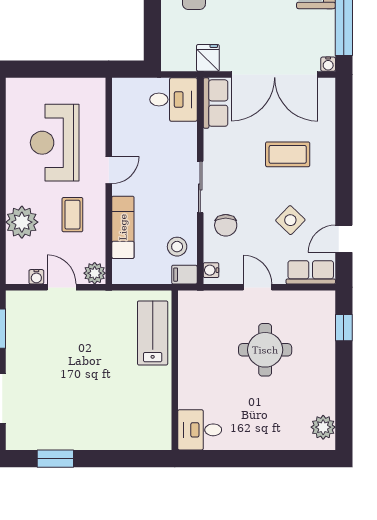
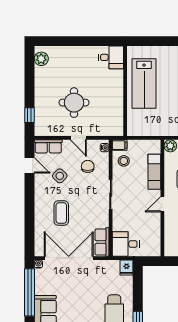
fridge: (208, 58) -> (127, 268), moved
coffee table: (288, 154) -> (61, 213), turned 90
chair: (226, 225) -> (88, 166), moved
door: (344, 239) -> (30, 165), hinge flipped
lab bench: (153, 333) -> (144, 83), moved, width x1.36, depth x1.39

